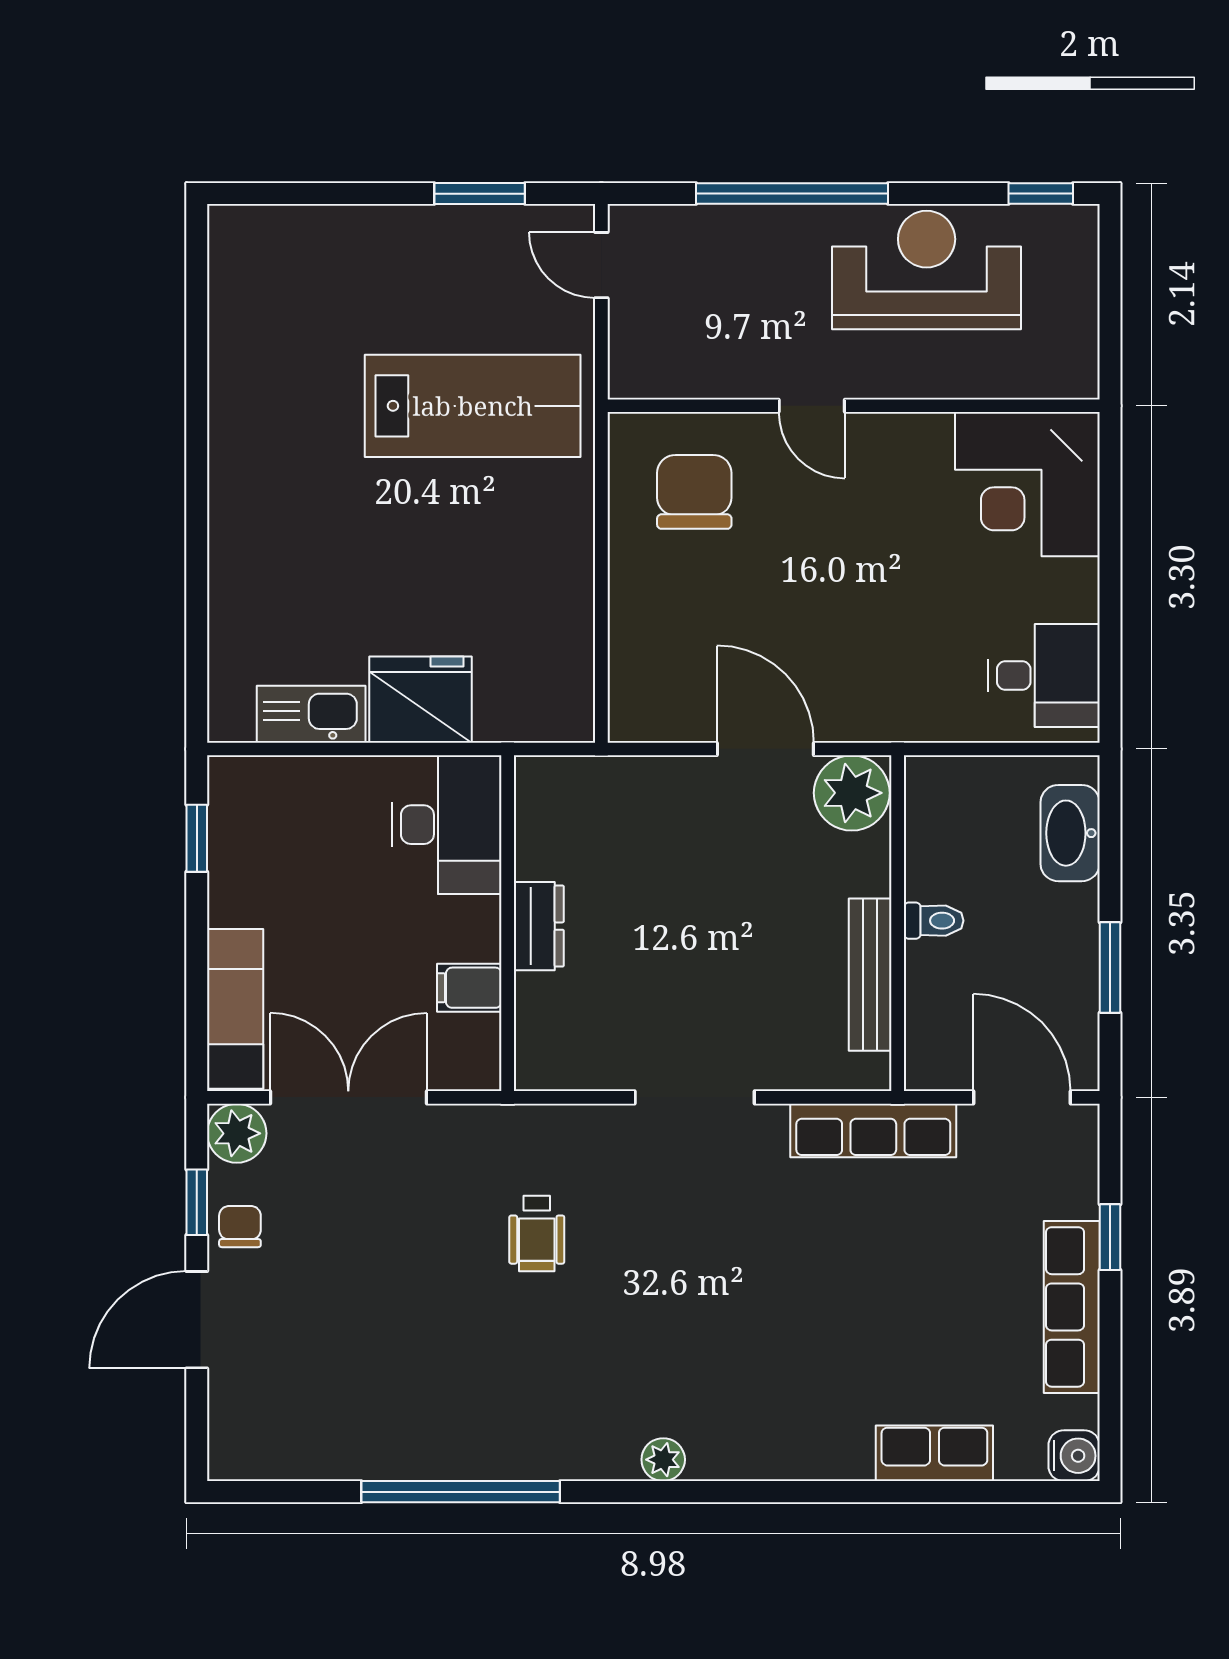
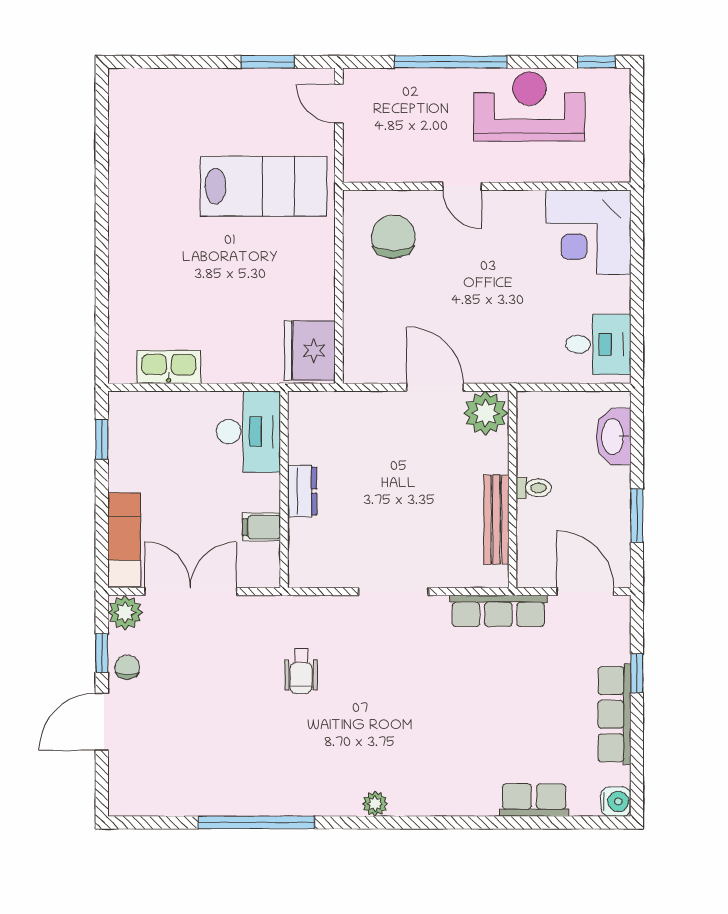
fridge: (420, 700) -> (310, 351), moved, turned -90

